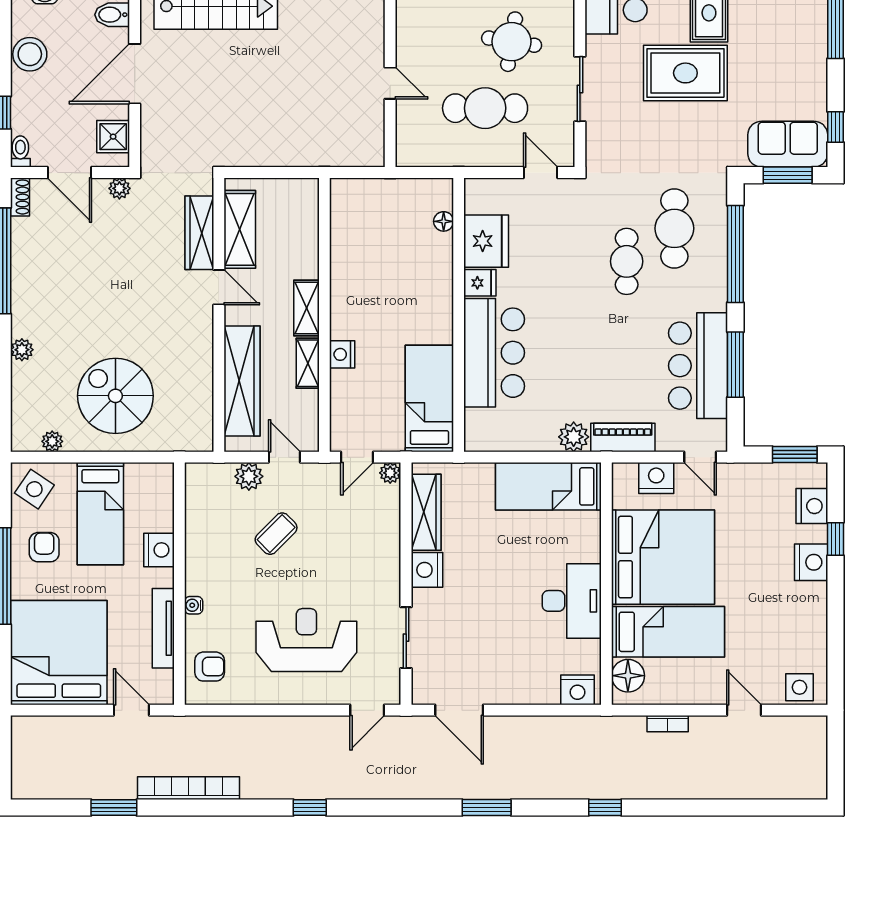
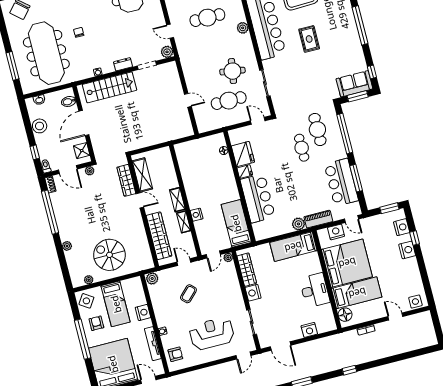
rug: (685, 73) -> (306, 66), removed
plant: (249, 476) -> (152, 278), moved
nightstand: (577, 690) -> (309, 330), moved

